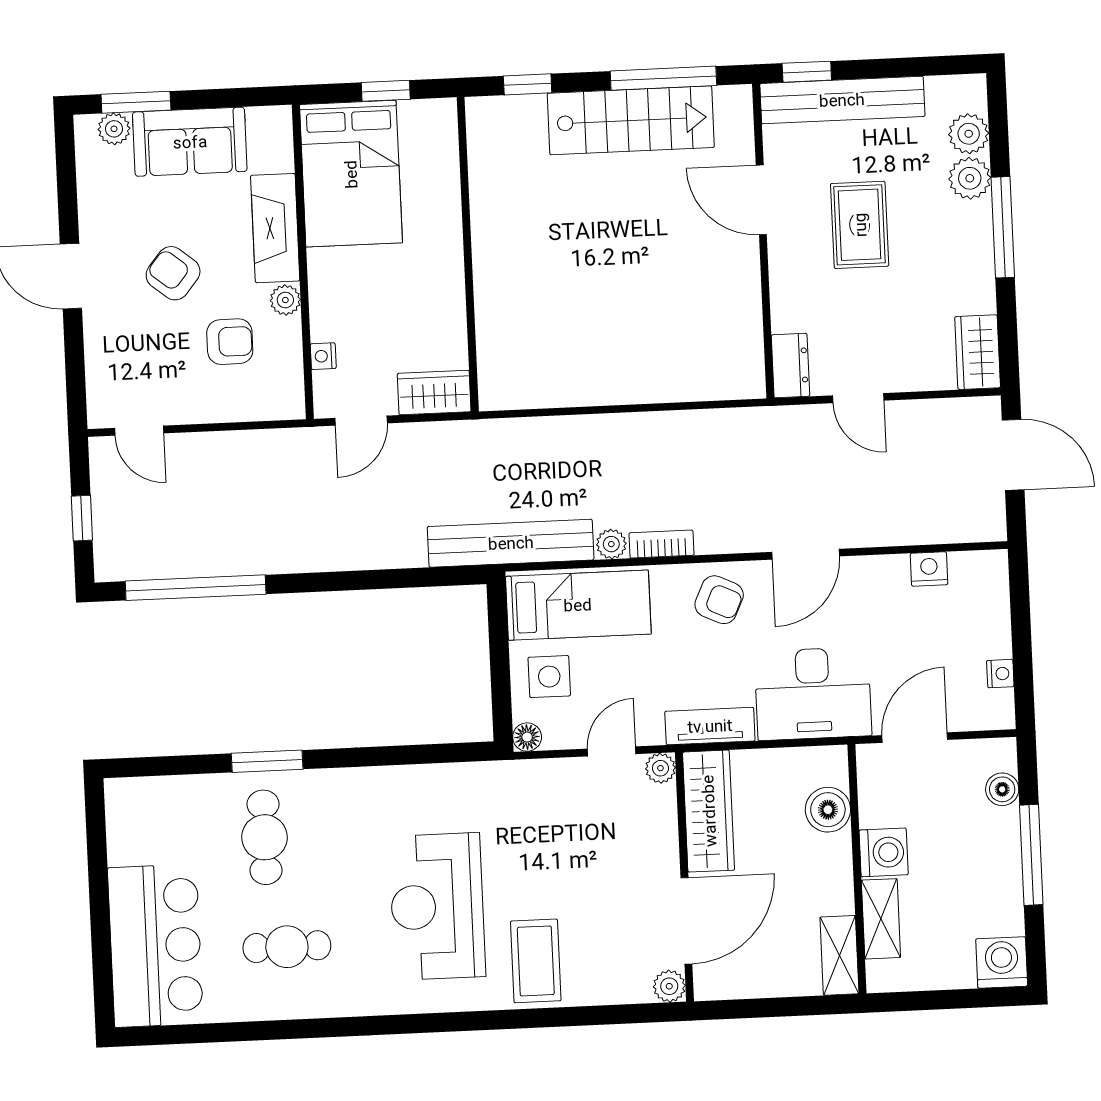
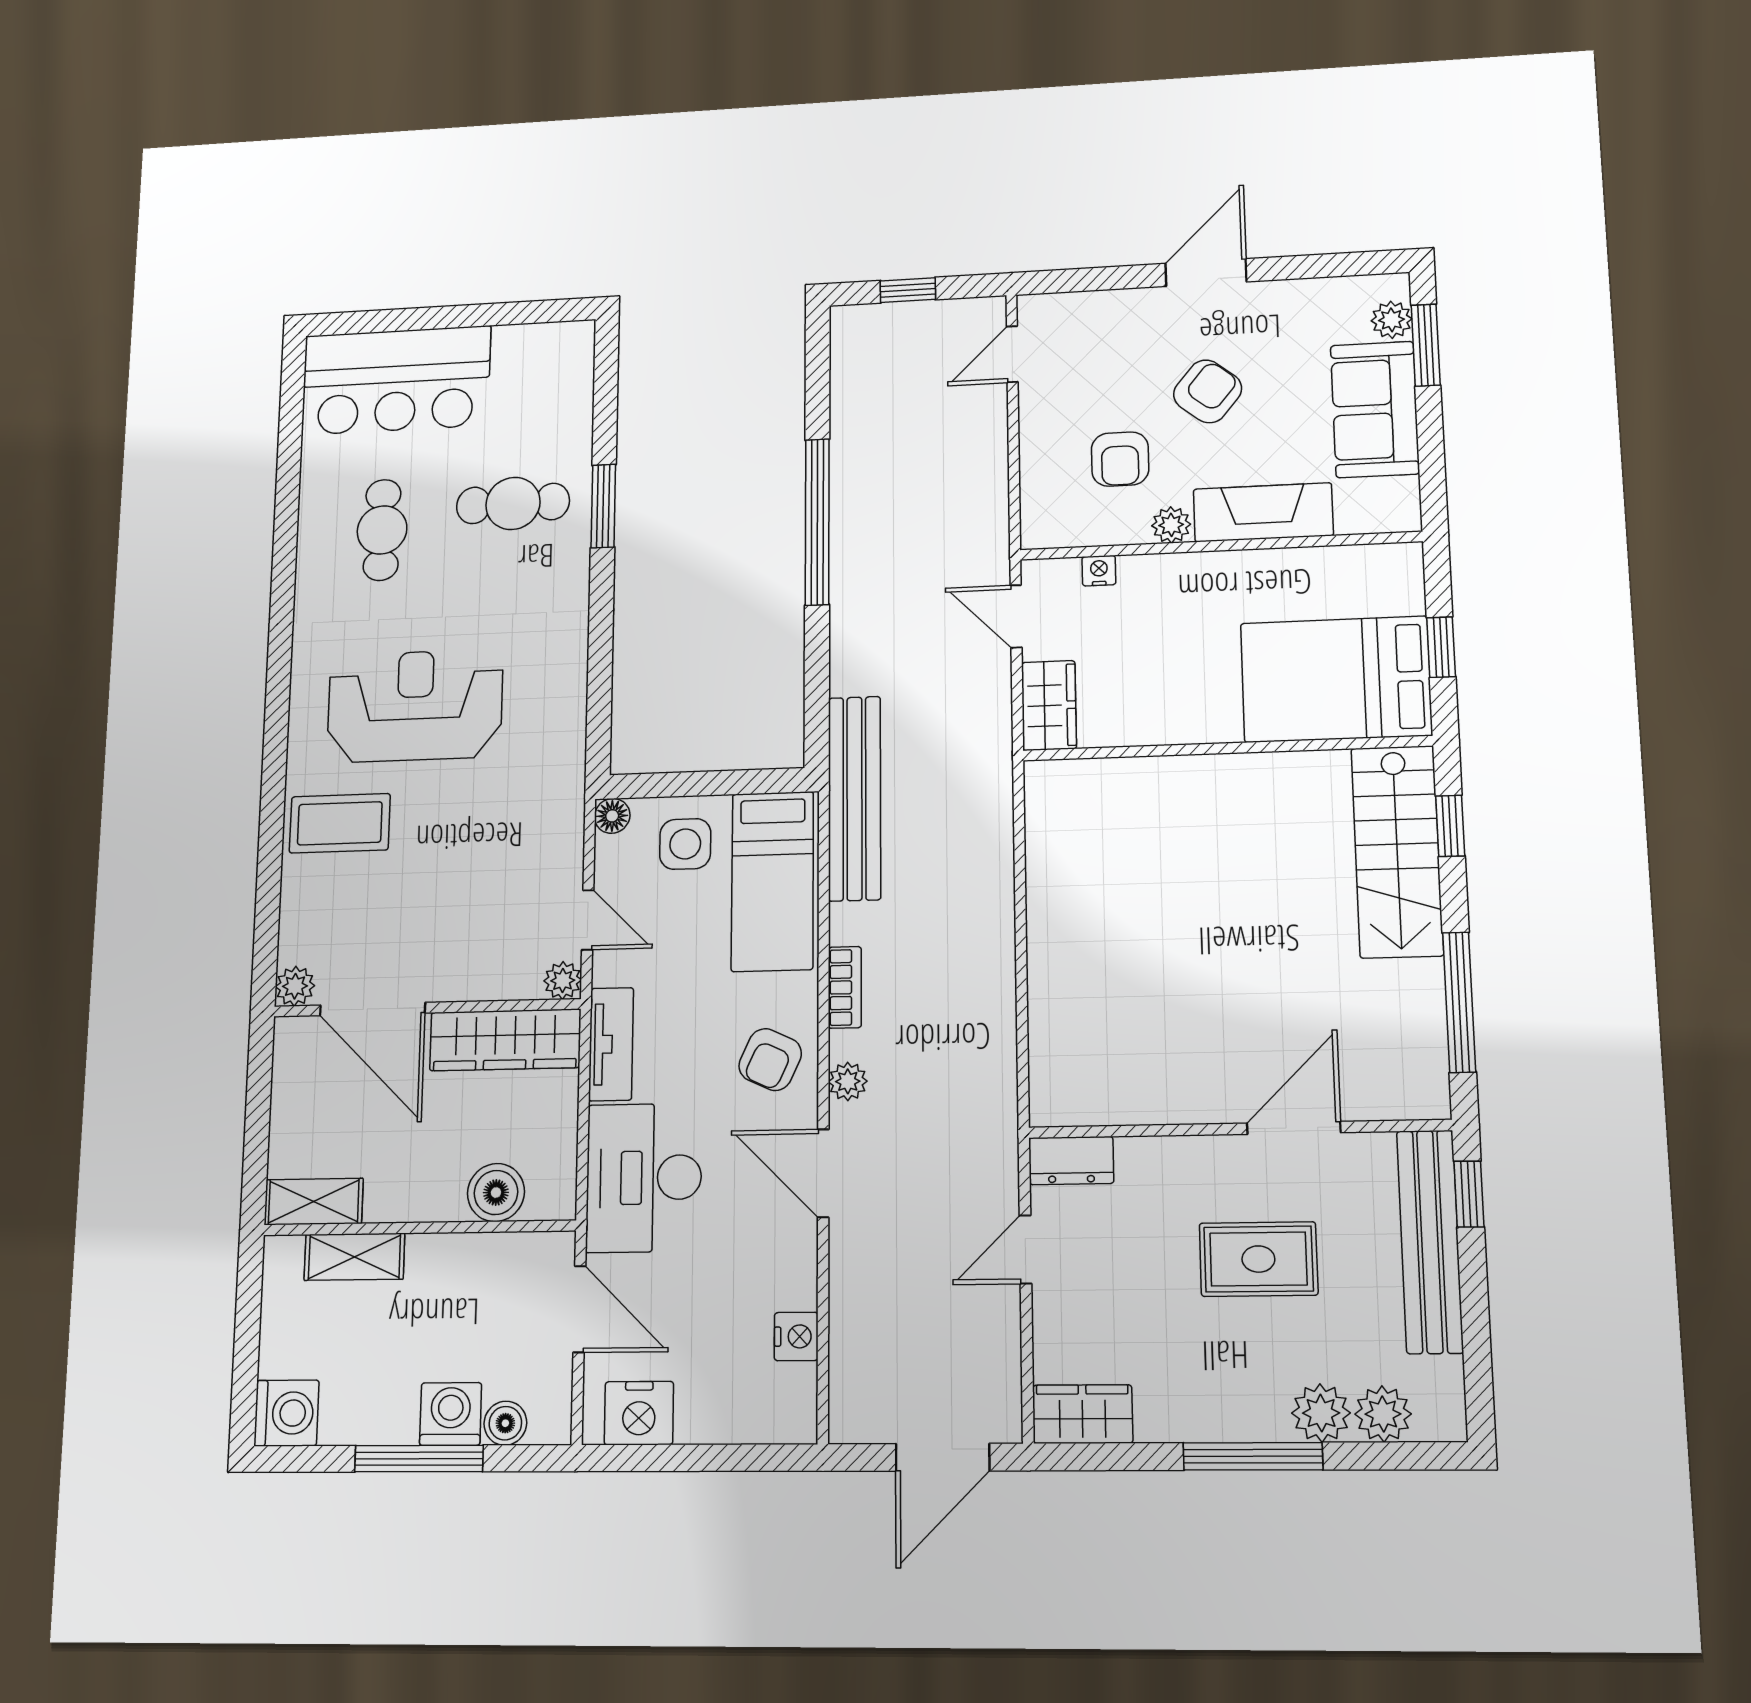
stairs: (631, 120) -> (1397, 851), moved
bed: (351, 174) -> (1336, 679), moved
plant: (611, 544) -> (848, 1081), moved
window: (196, 588) -> (817, 522), moved
nightstand: (1000, 674) -> (639, 1413), width x1.89, depth x1.79
washing machine: (884, 852) -> (451, 1414), moved, turned 180

